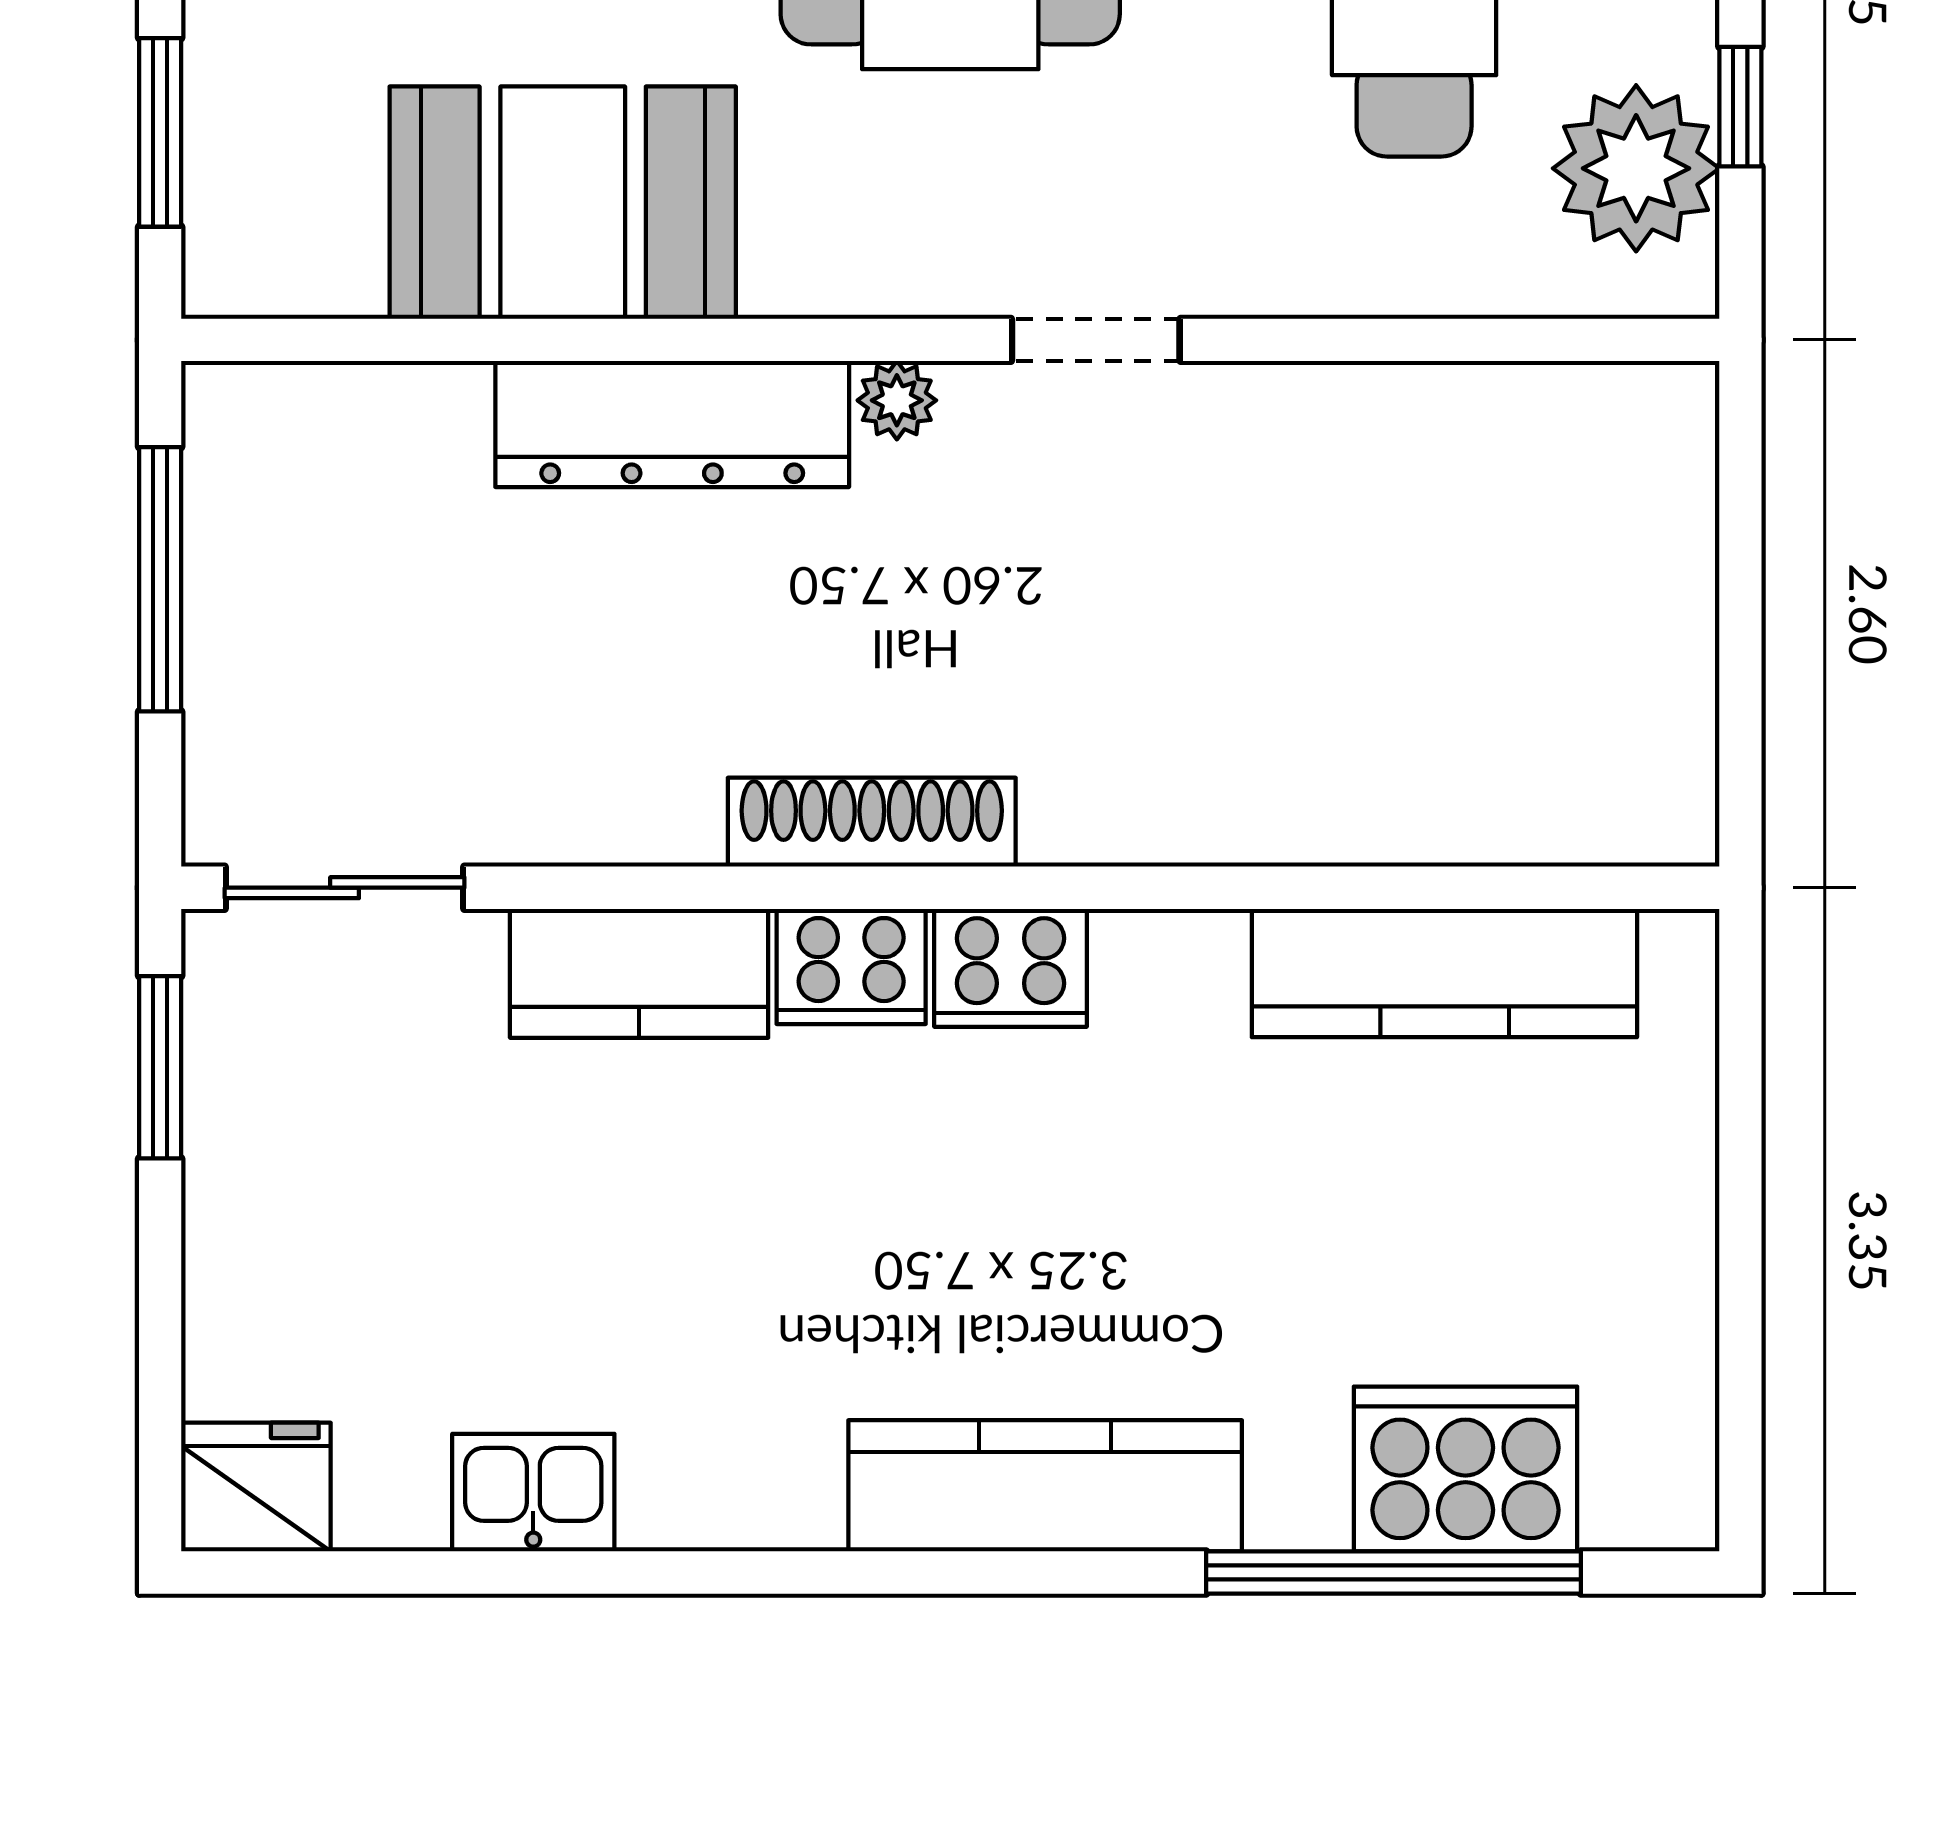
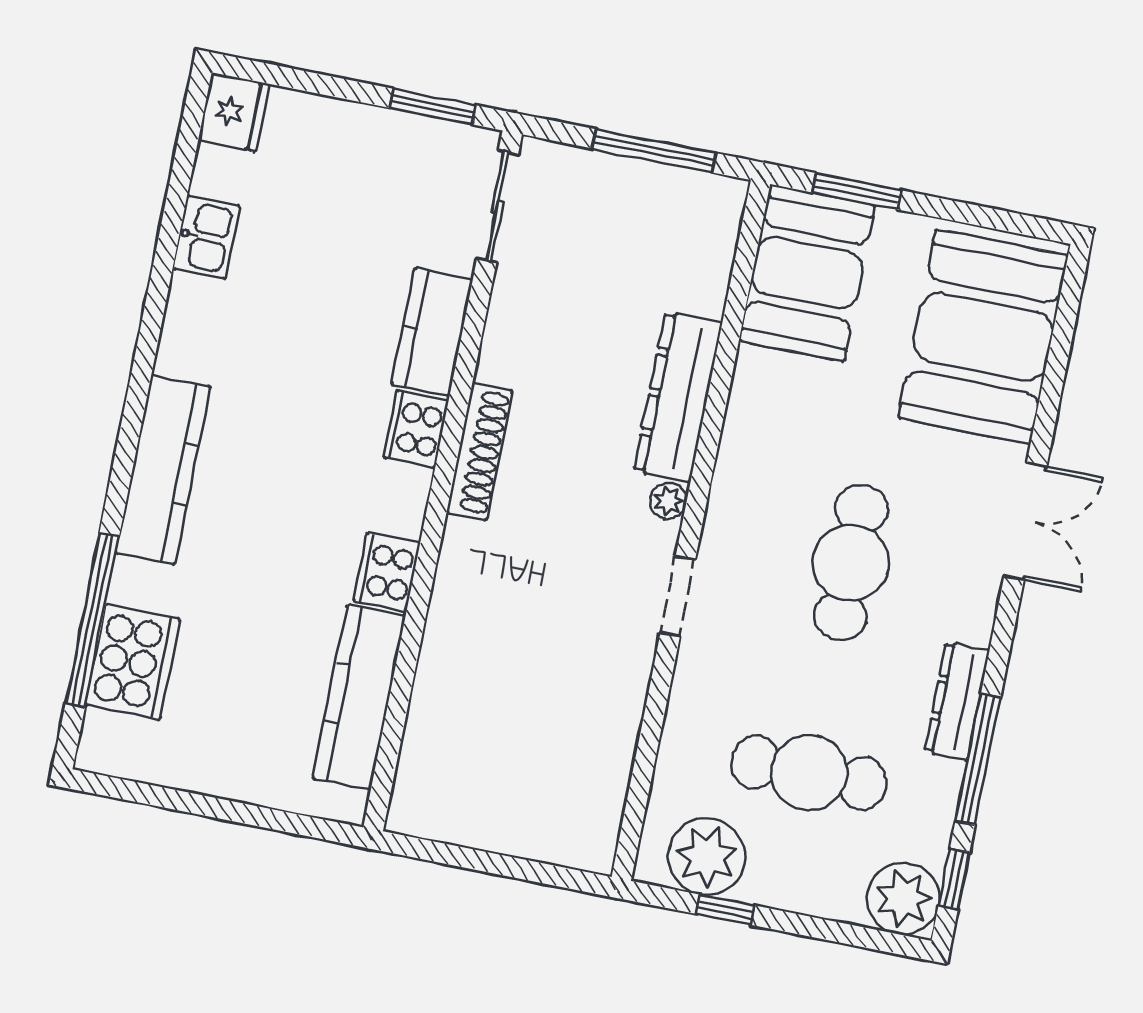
booth: (563, 203) -> (807, 273), moved
cooker: (1010, 968) -> (387, 572), moved

